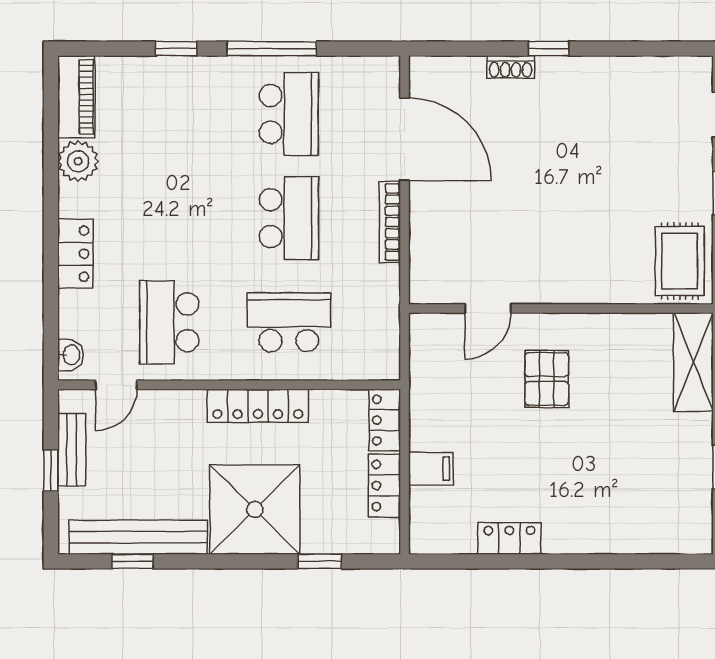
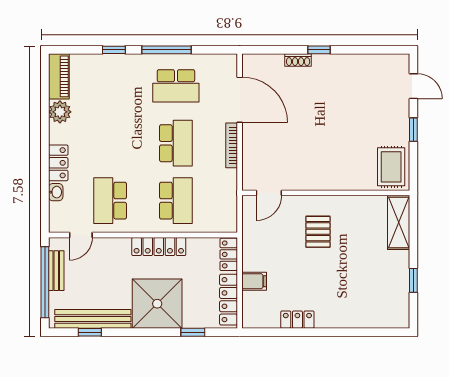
school desk: (289, 114) -> (176, 86), turned 90
door: (488, 308) -> (269, 193), moved
school desk: (289, 322) -> (176, 201), turned 90
washbasin: (71, 355) -> (56, 192), moved
window: (51, 471) -> (45, 282), width x3.17
locker: (384, 486) -> (229, 300), width x1.53

